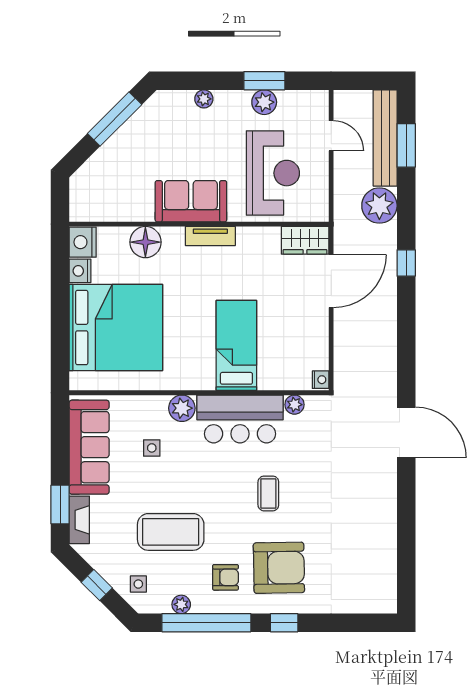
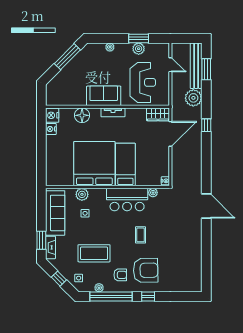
bed: (116, 328) -> (94, 164), moved, turned -90
plant: (182, 408) -> (82, 194), moved

